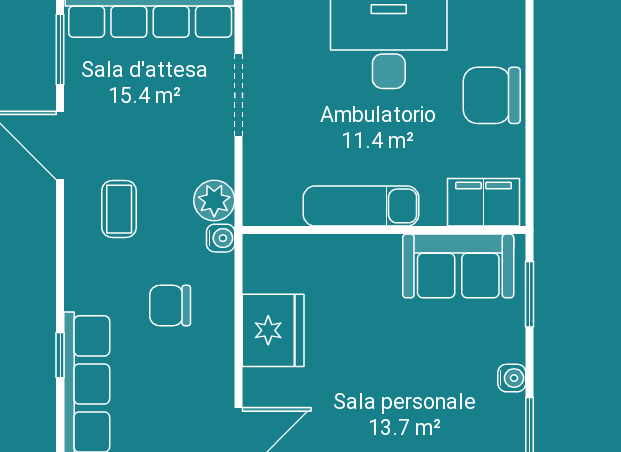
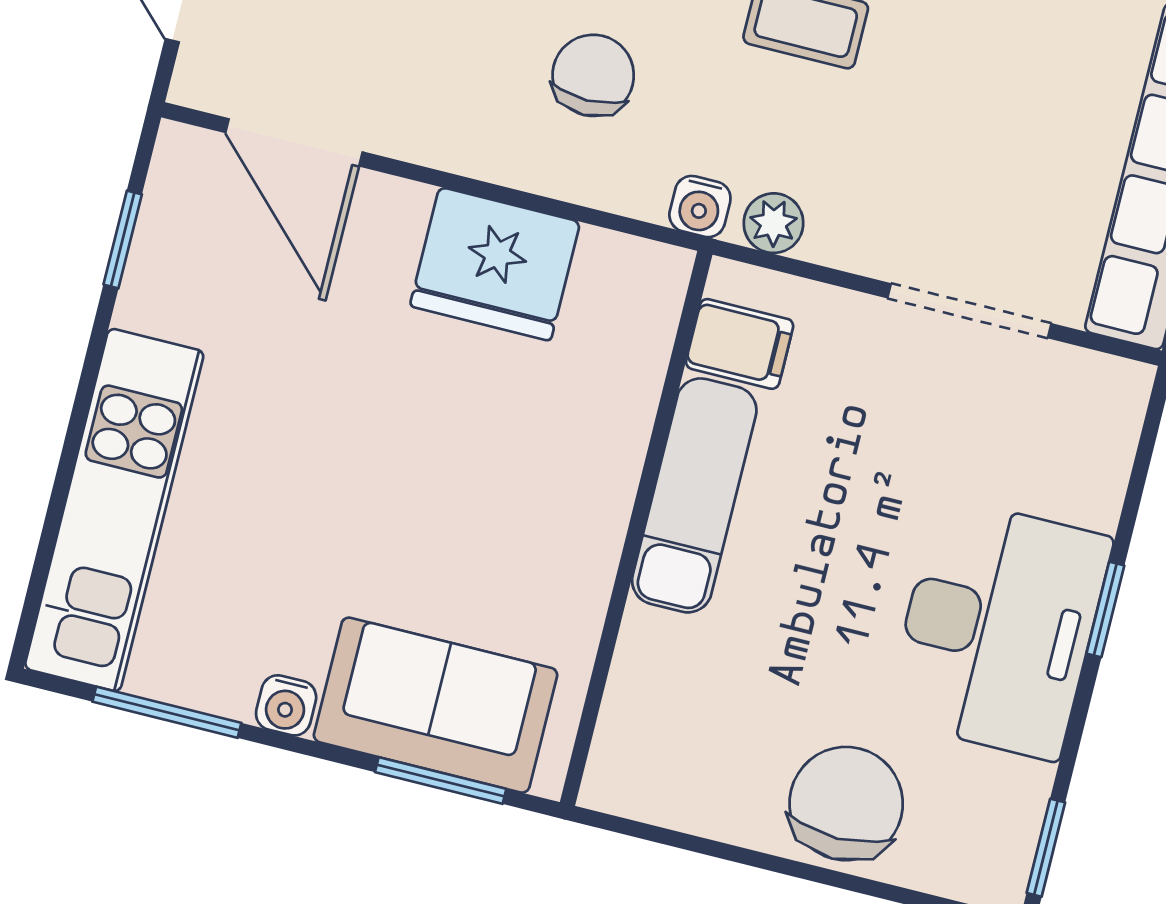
plant: (214, 200) -> (773, 223), width x0.73, depth x0.73
filing cabinet: (483, 202) -> (740, 344), moved, width x0.50
sofa: (458, 266) -> (436, 705), moved, turned 90

